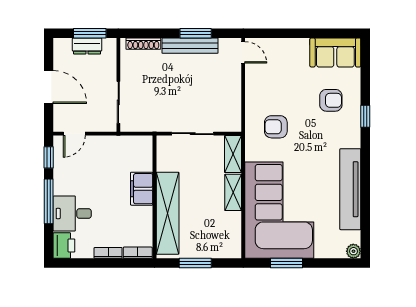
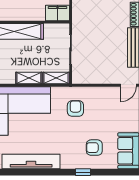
armchair: (331, 100) -> (94, 148), turned 90
filing cabinet: (142, 189) -> (58, 13), moved

